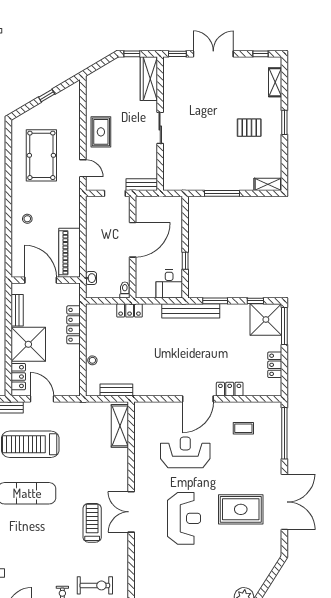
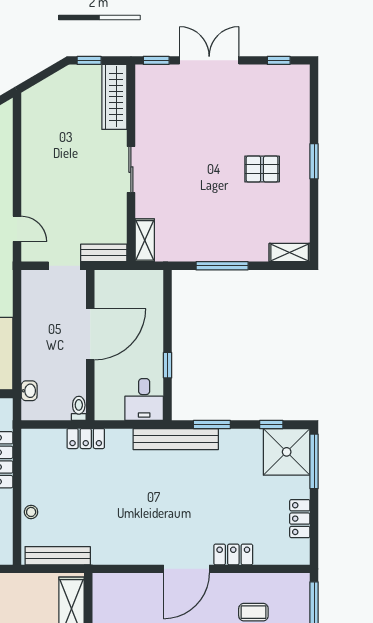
shelving: (275, 82) -> (145, 240), moved
rug: (101, 132) -> (44, 175), removed
bench: (116, 390) -> (58, 556), width x1.36

